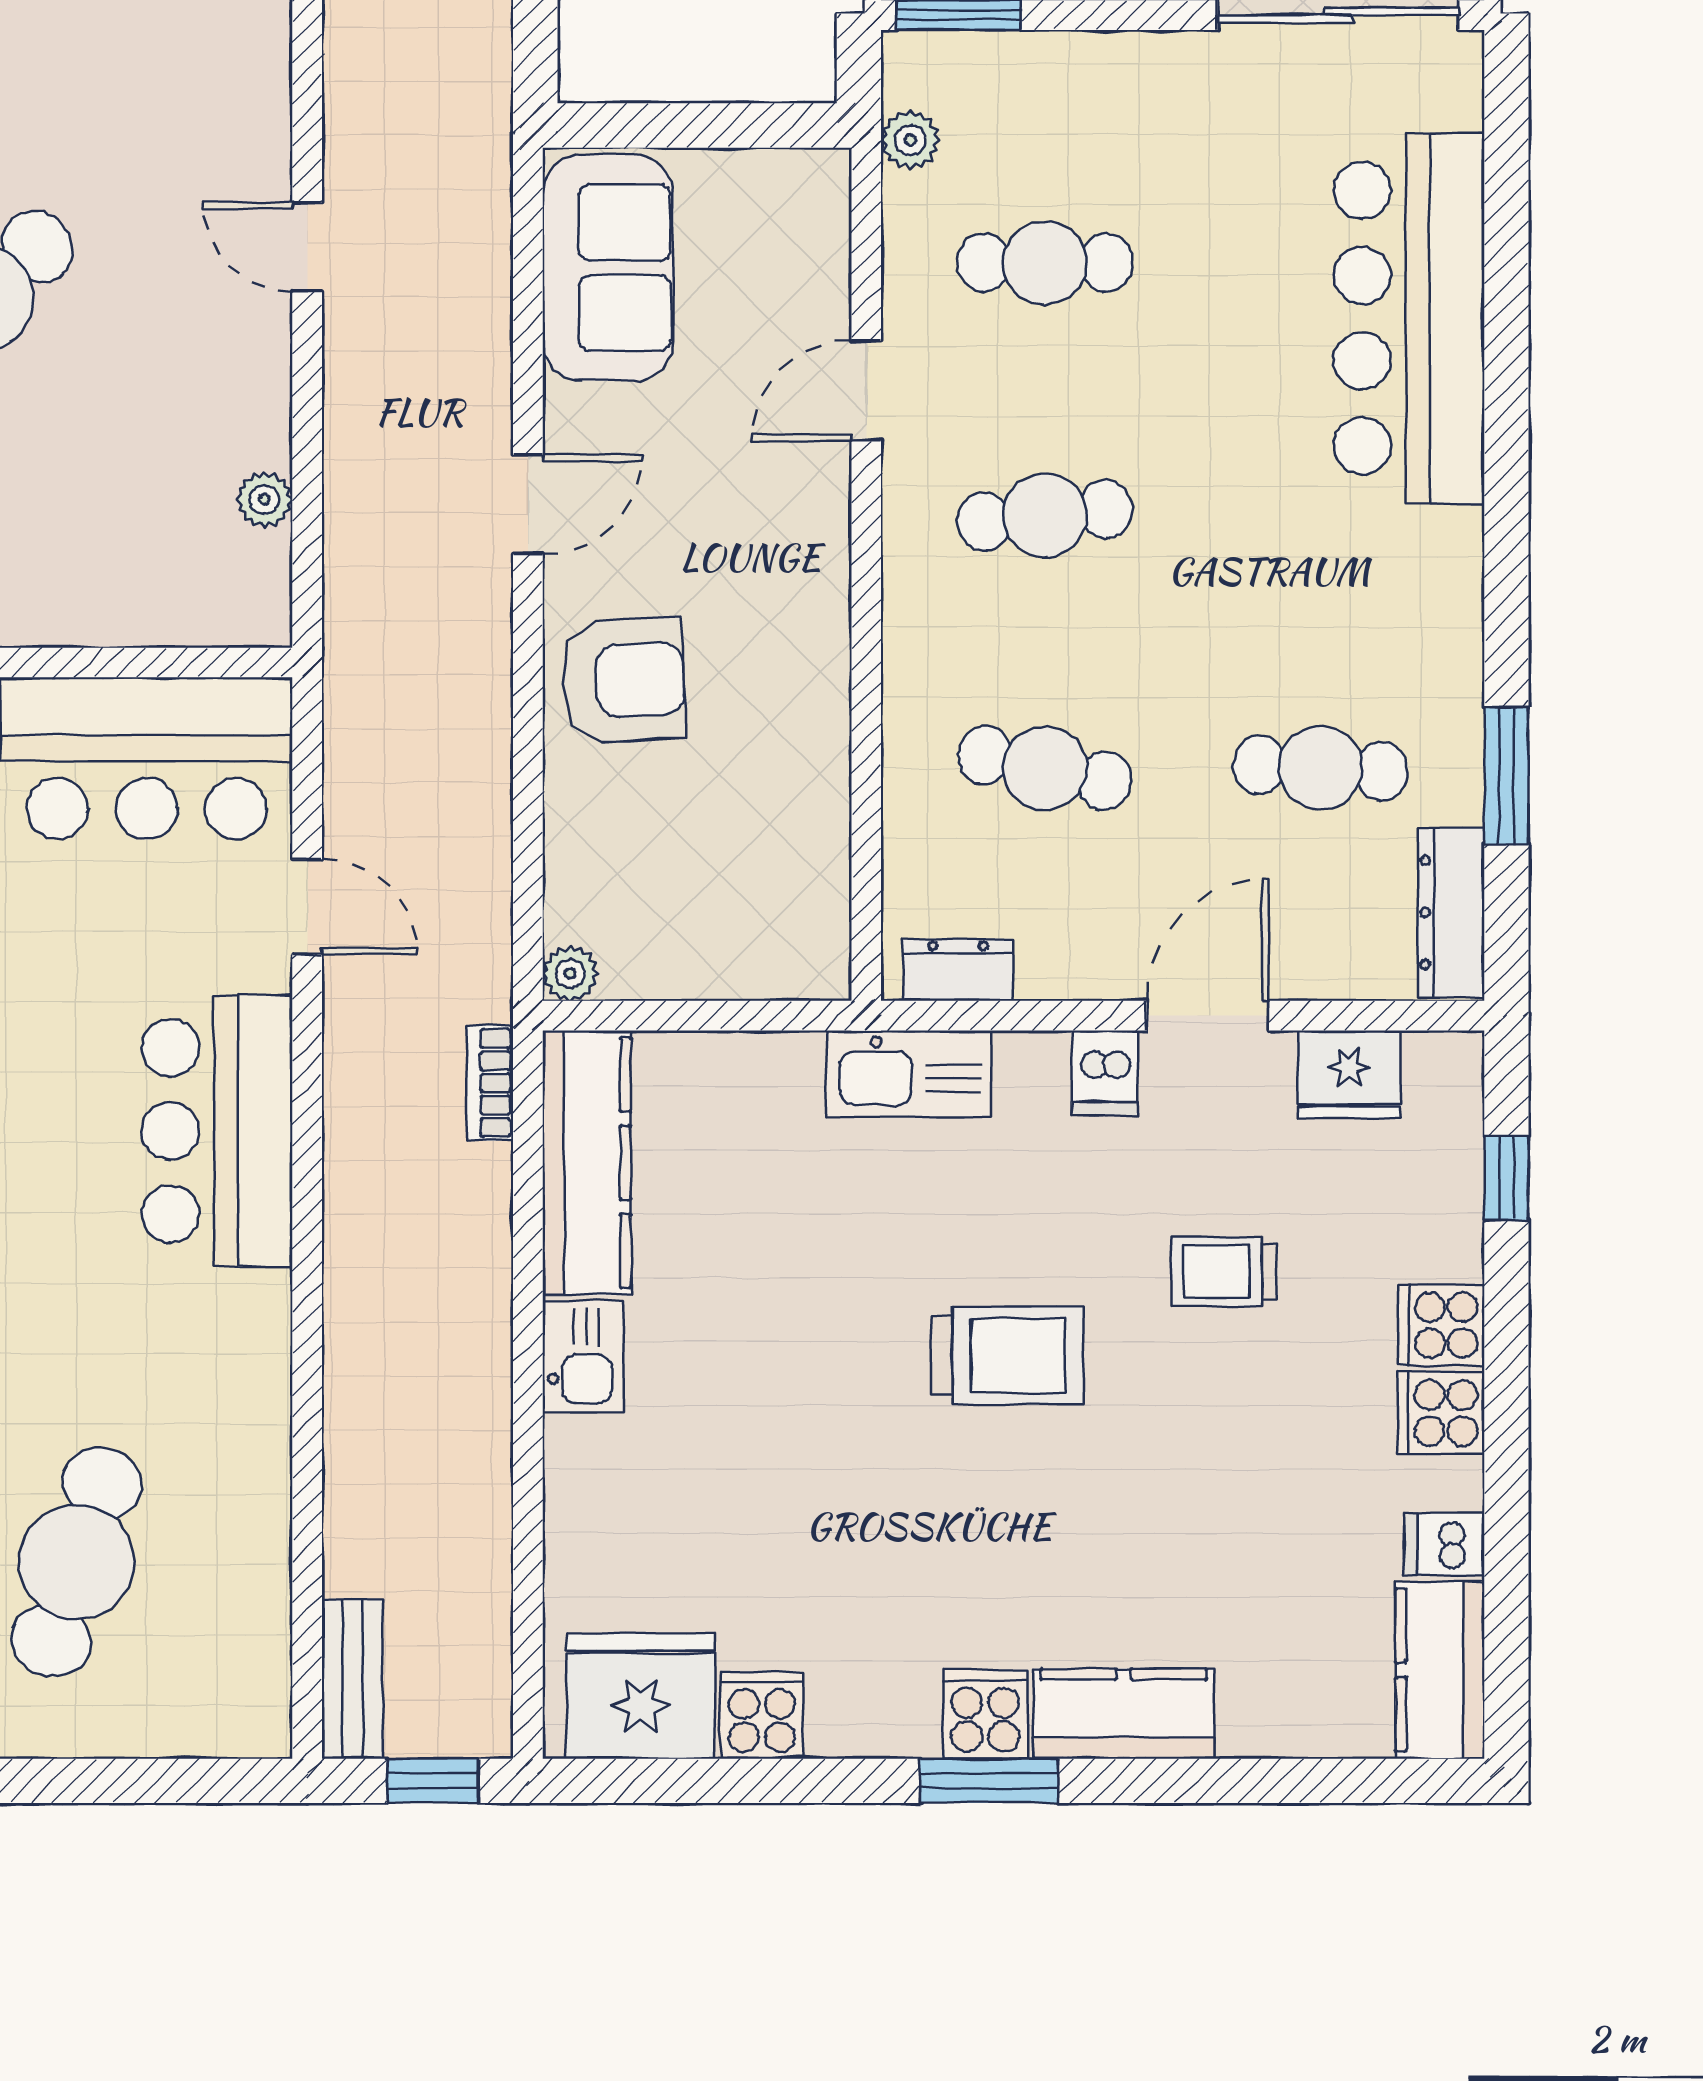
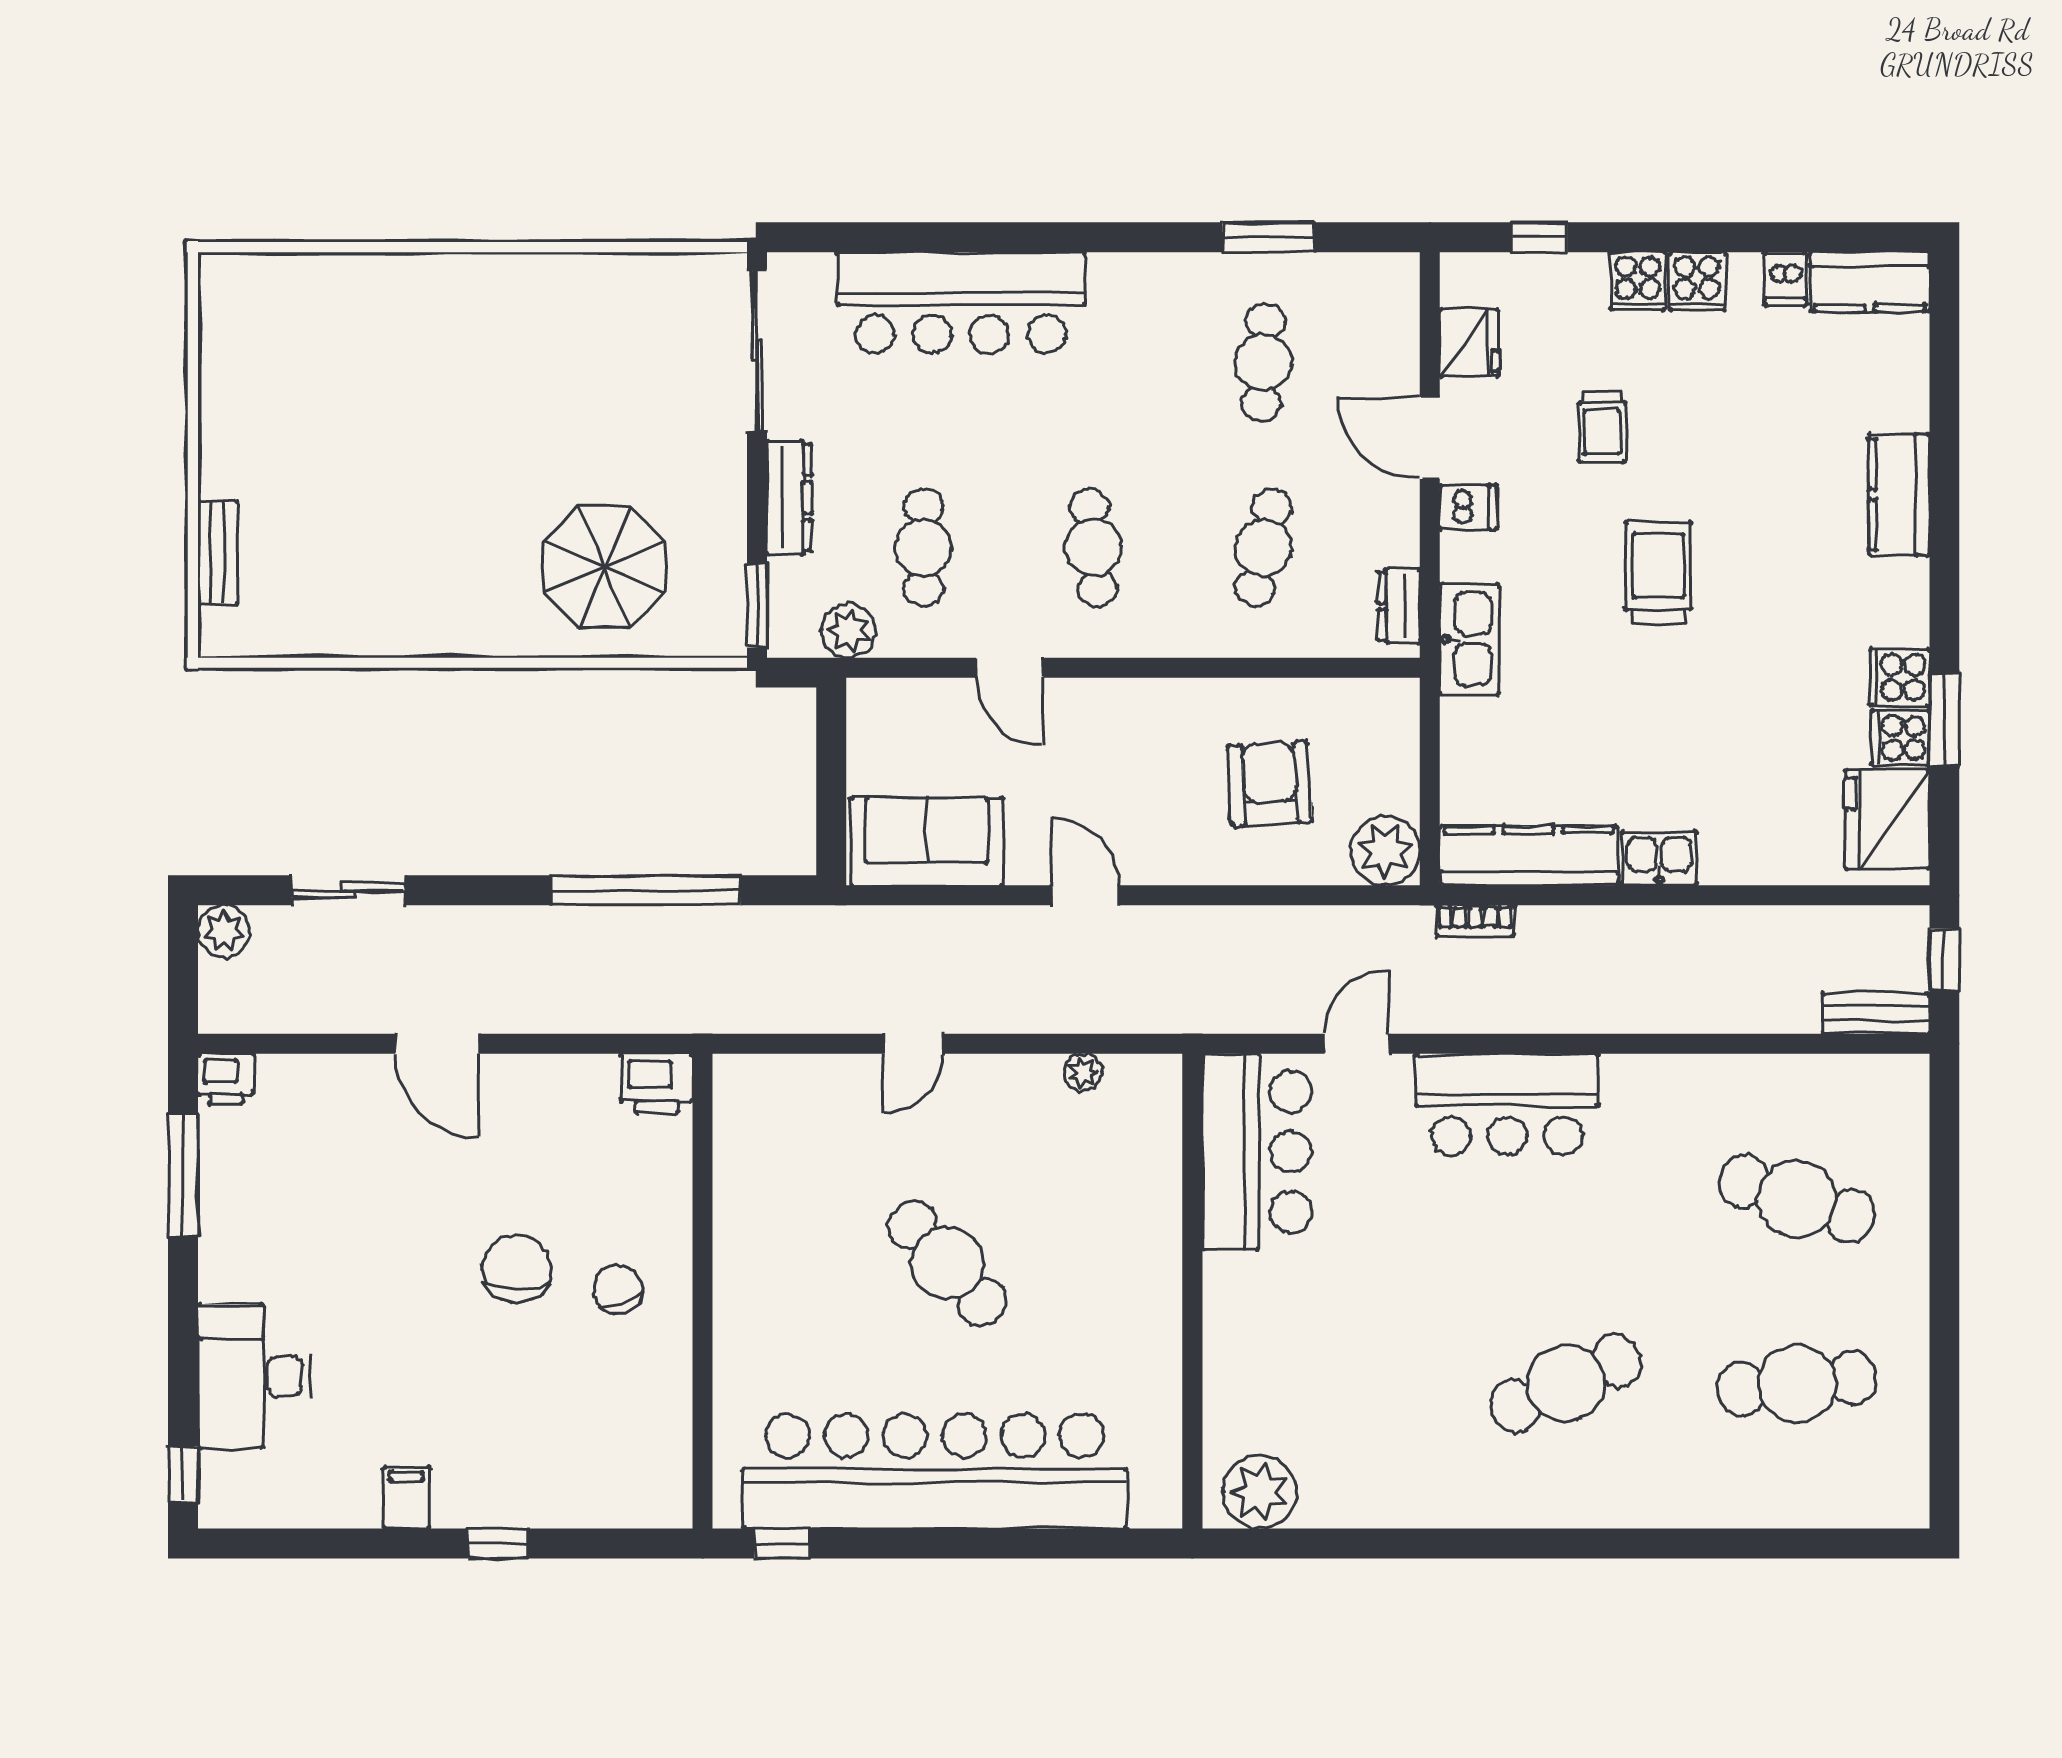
plant: (910, 140) -> (848, 631), width x1.38, depth x1.38
armchair: (623, 681) -> (1269, 784), moved
dresser: (1451, 912) -> (789, 498), moved, turned -90
plant: (570, 973) -> (1385, 851), width x1.88, depth x1.88
cooker: (985, 1714) -> (1900, 677), moved
window: (989, 1781) -> (1944, 720), moved

